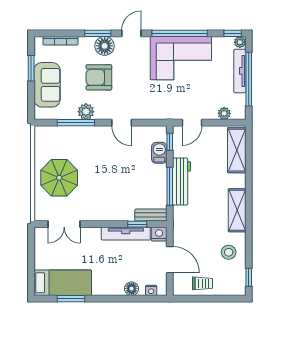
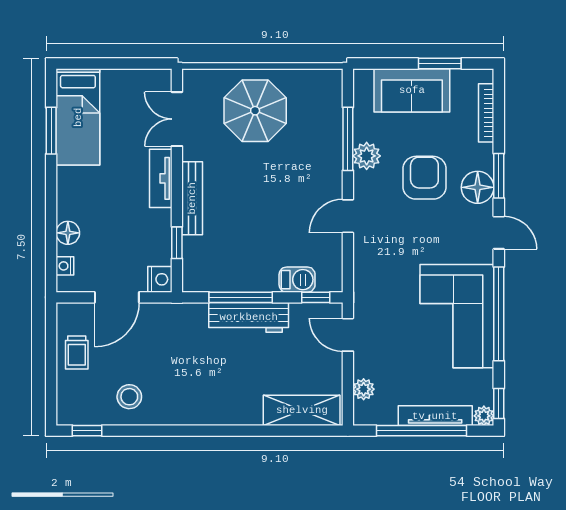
shelving: (237, 210) -> (200, 411), removed
bench: (151, 215) -> (192, 198), moved, width x1.36
tv unit: (126, 234) -> (161, 178), moved, width x0.71

